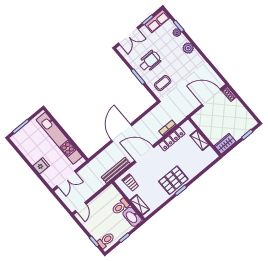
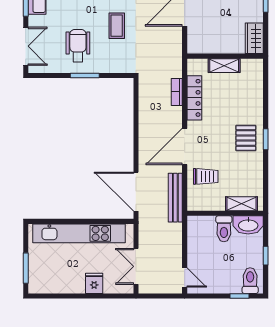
coffee table: (163, 83) -> (117, 26), moved
door: (122, 133) -> (136, 192), moved
double door: (66, 179) -> (136, 266), swing flipped
pallet: (173, 180) -> (246, 138), width x0.67, depth x0.71
trolley: (131, 183) -> (206, 176), moved

